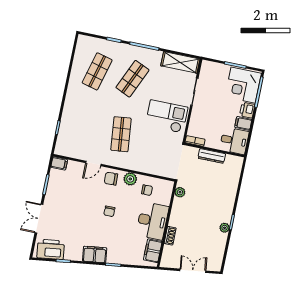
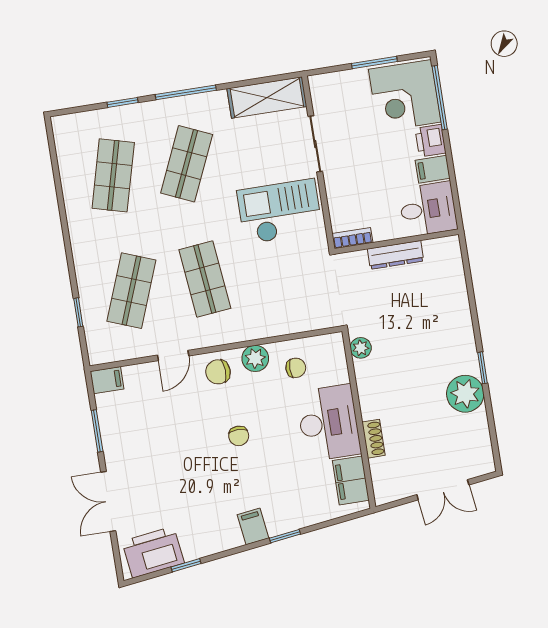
shop shelf: (86, 127) -> (131, 291), added
plant: (225, 228) -> (465, 394), width x1.88, depth x1.88
filing cabinet: (95, 254) -> (253, 526), width x0.50
double door: (193, 271) -> (443, 490), swing flipped

